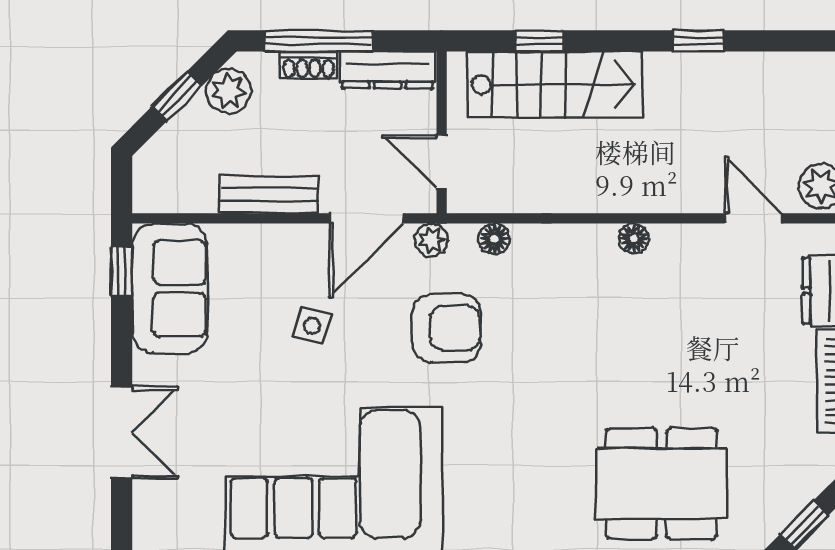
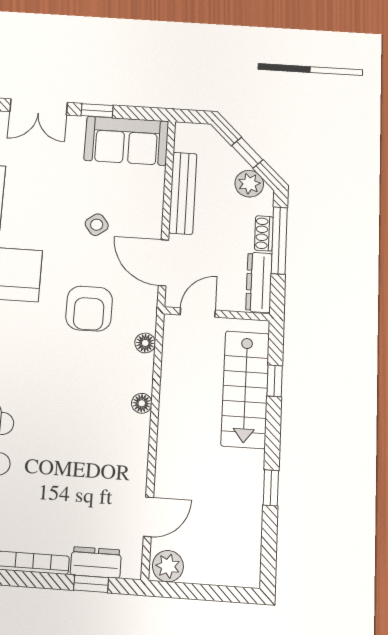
bench: (269, 195) -> (183, 193), width x1.36
floor lamp: (634, 239) -> (142, 403), moved
plant: (431, 240) -> (147, 302), removed
window: (122, 271) -> (97, 111), moved
side table: (312, 326) -> (97, 225), turned 37

